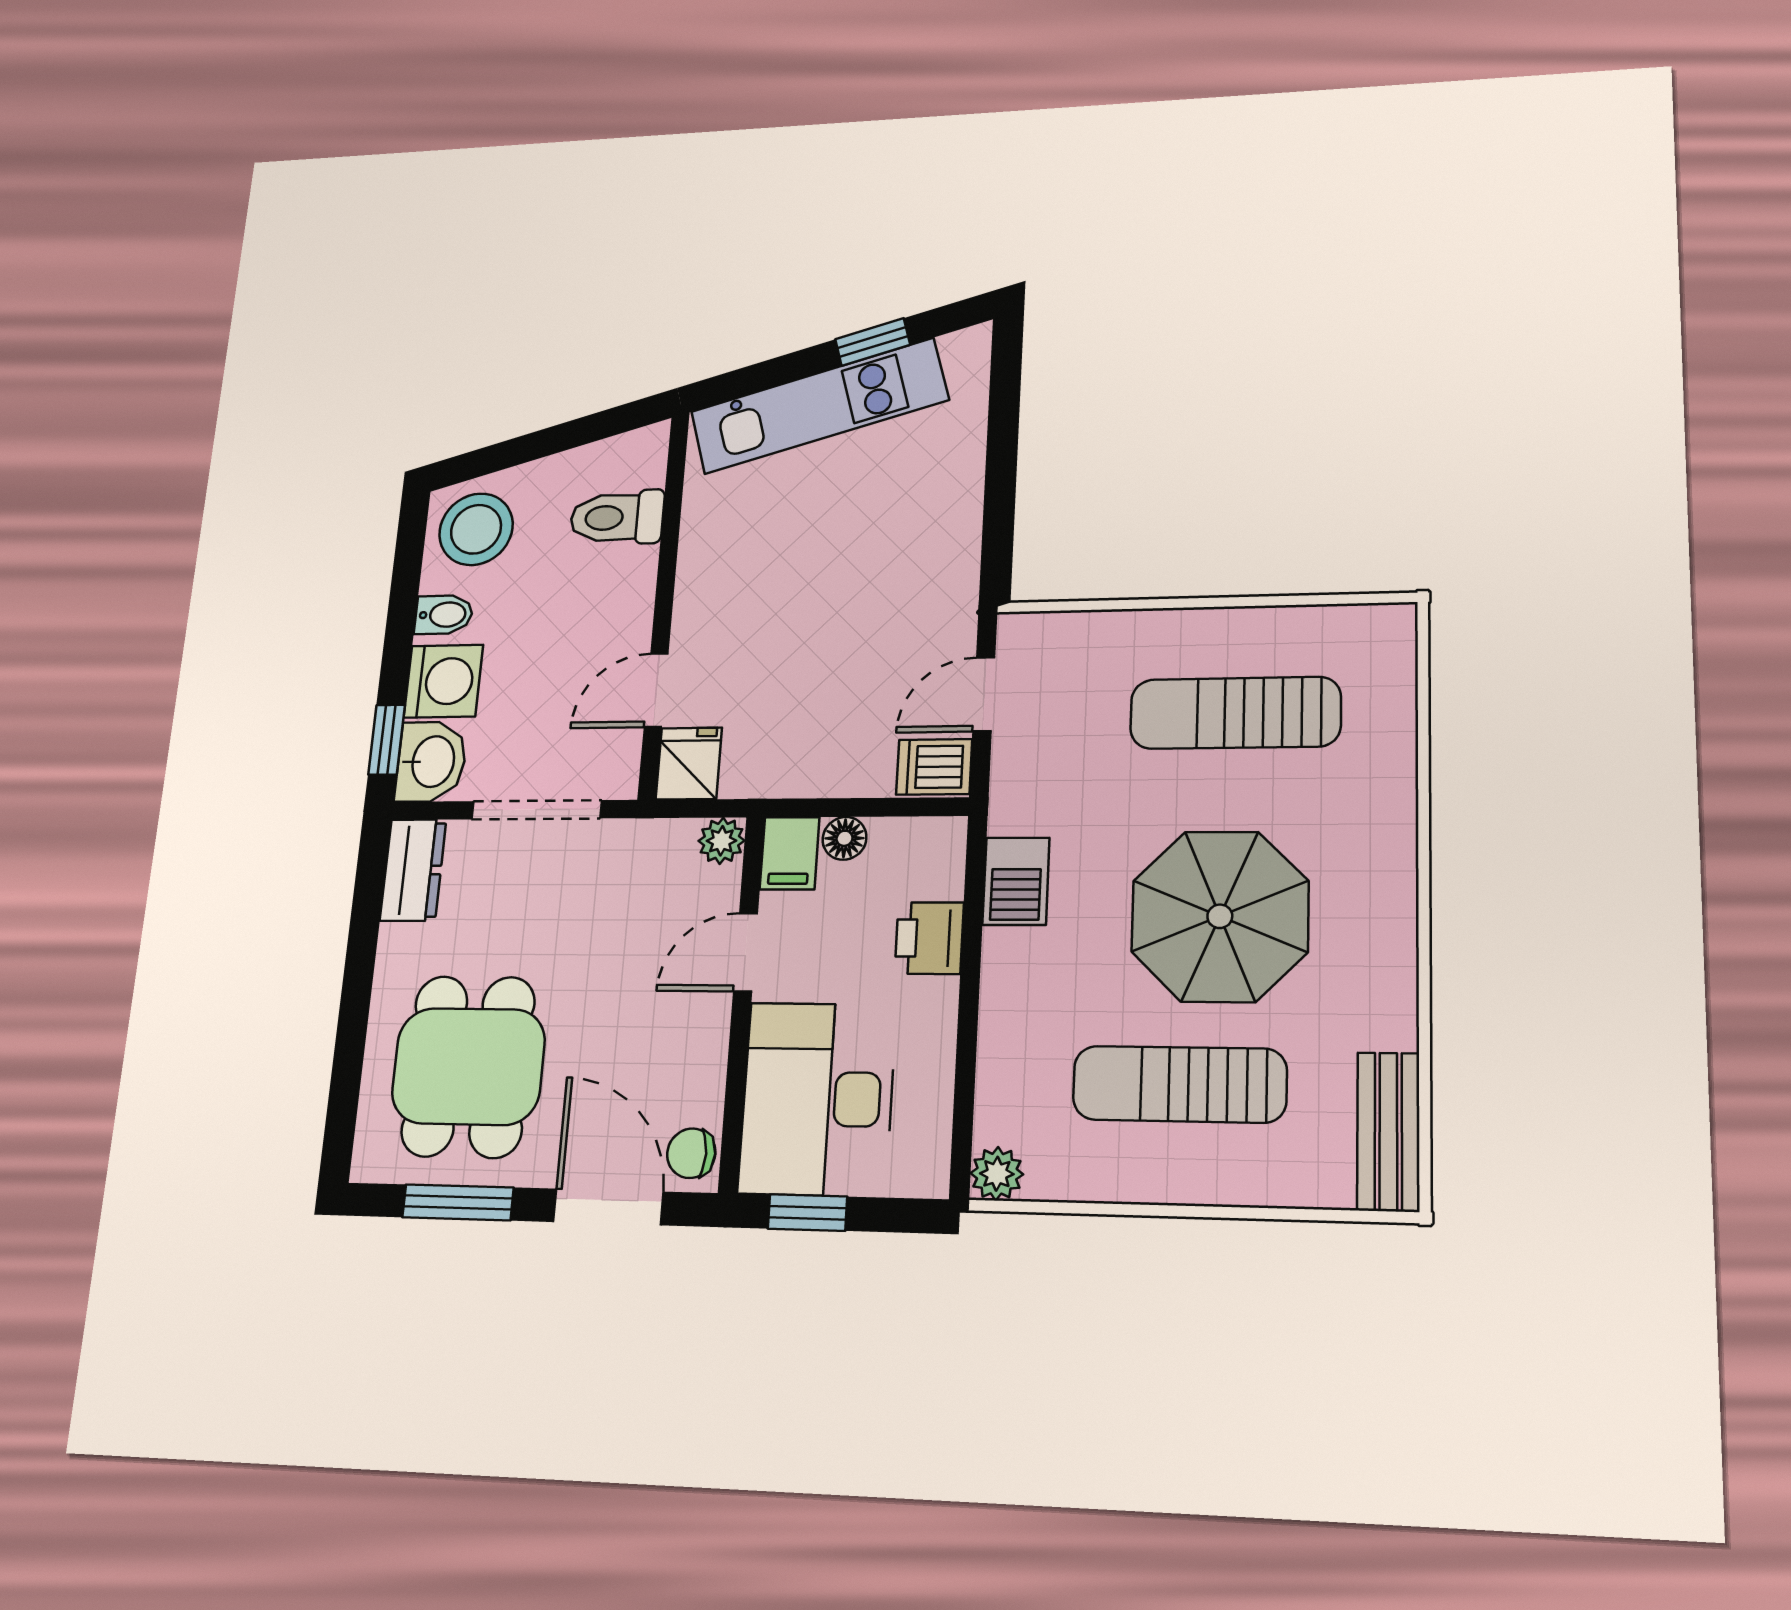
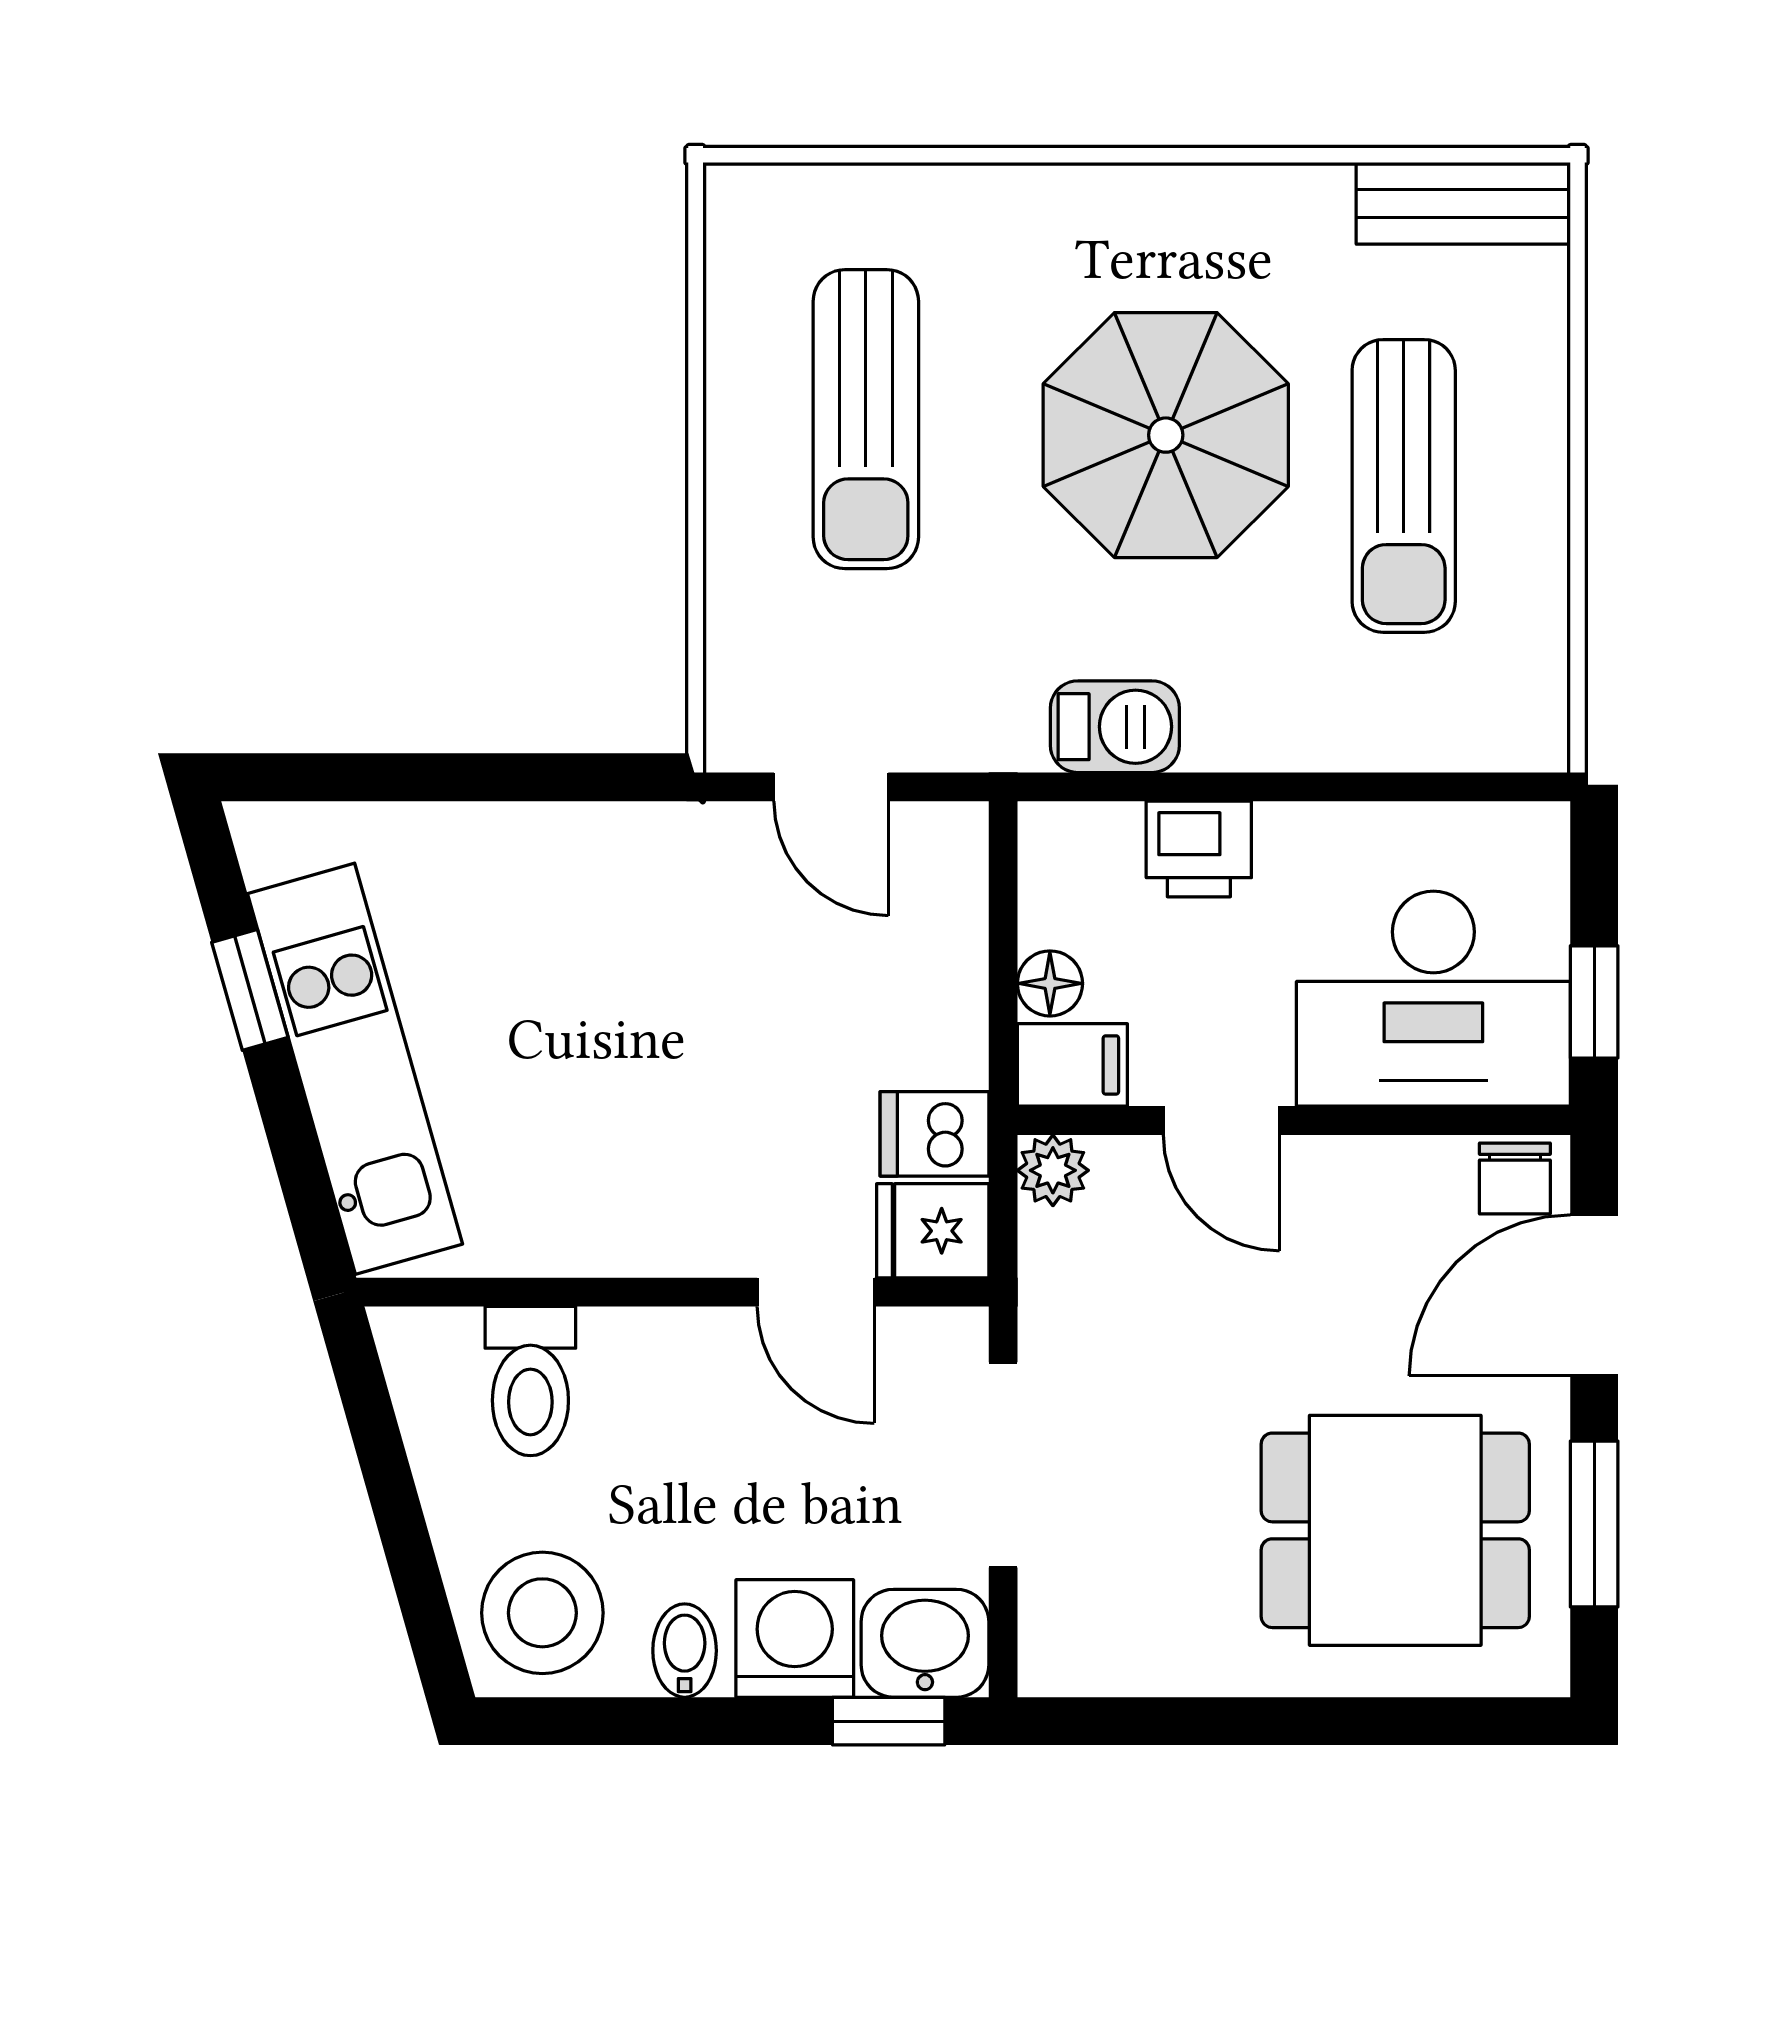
dishwasher: (934, 767) -> (934, 1134), moved, turned 90
dresser: (413, 870) -> (1097, 1653), removed
plant: (997, 1174) -> (1533, 735), removed

